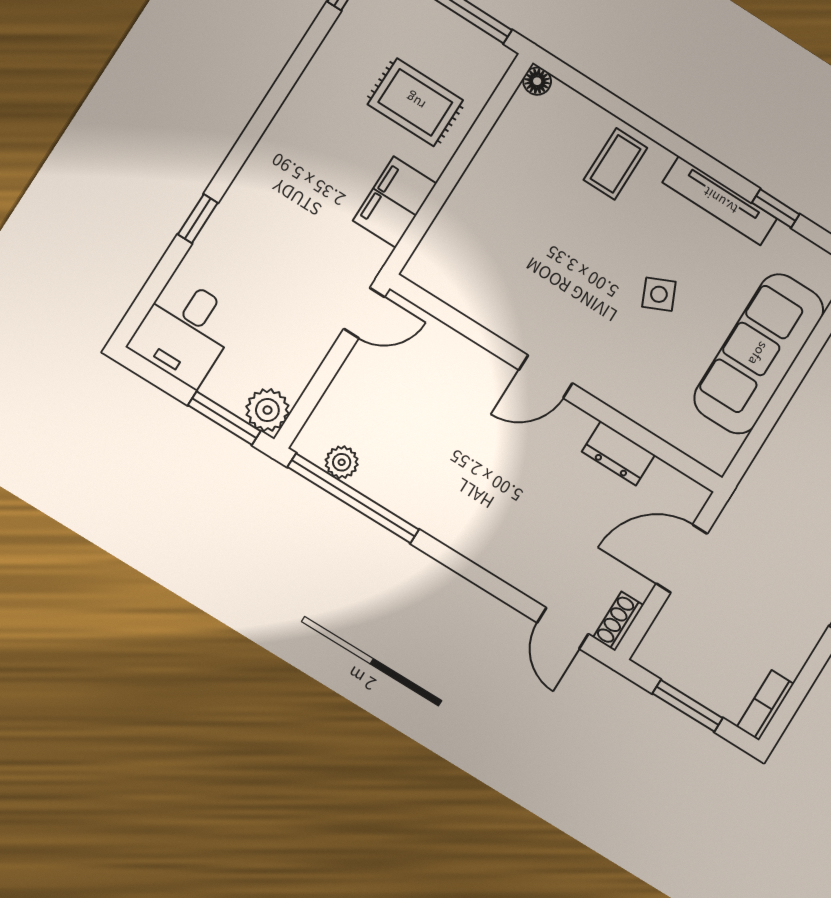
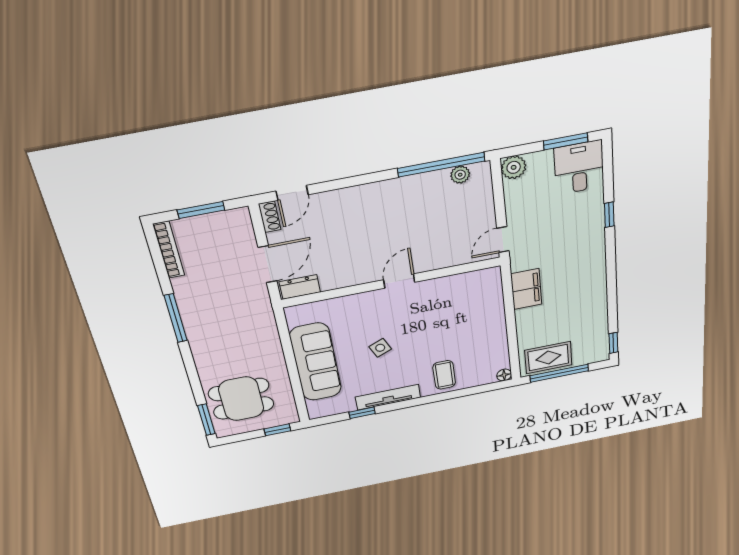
rug: (415, 102) -> (548, 358), moved
window: (224, 418) -> (566, 141), moved
dresser: (618, 453) -> (300, 287), moved
door: (563, 628) -> (292, 193), swing flipped
bookcase: (765, 705) -> (169, 250), width x1.56

